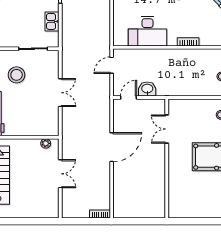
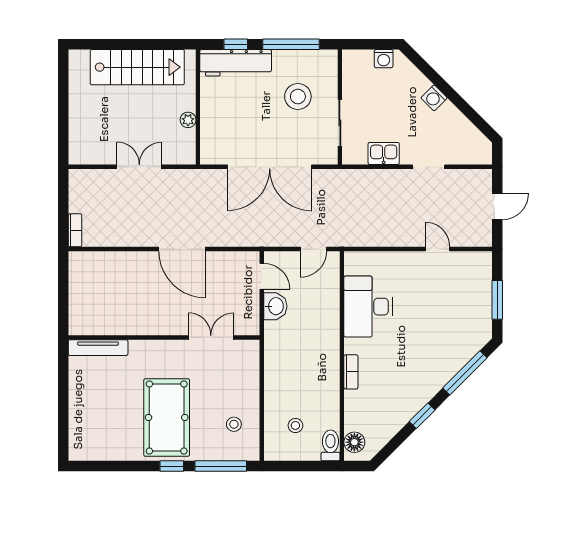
door: (112, 65) -> (313, 249), swing flipped
double door: (60, 93) -> (270, 167), width x1.87
plant: (46, 143) -> (188, 120), moved
double door: (60, 174) -> (139, 167), swing flipped
tv unit: (173, 200) -> (98, 348), added

